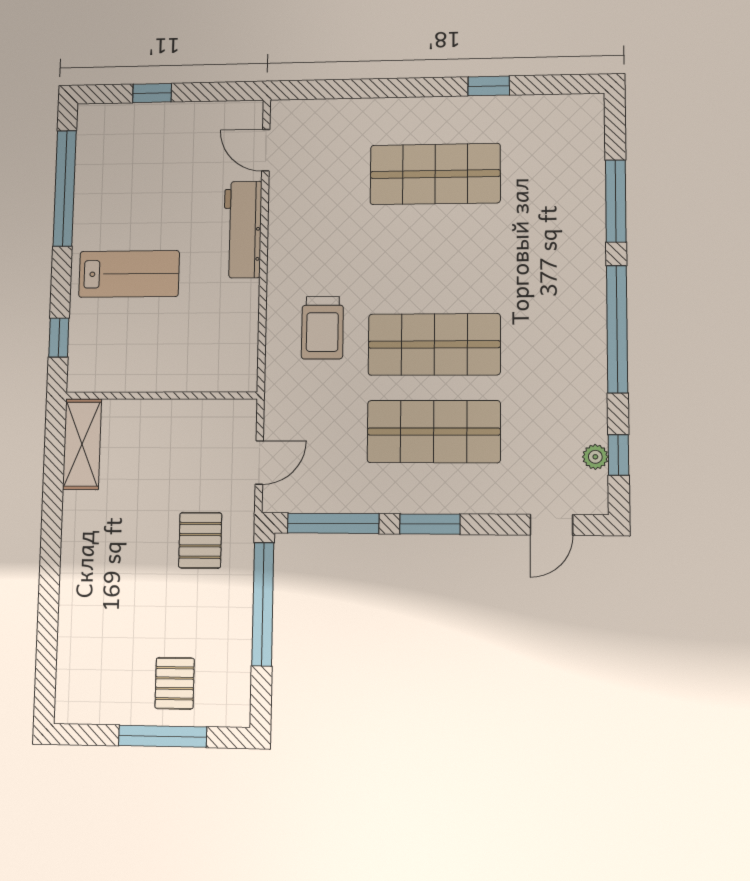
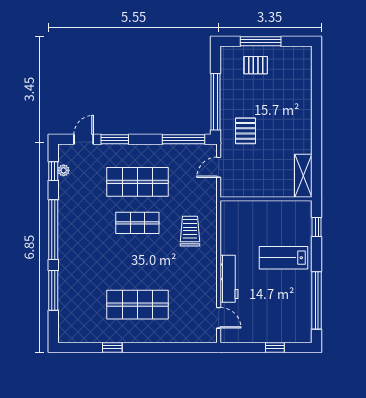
shop shelf: (434, 344) -> (137, 223), width x0.70, depth x0.74
window: (430, 524) -> (115, 139), moved
pallet: (175, 683) -> (256, 65), turned 90

